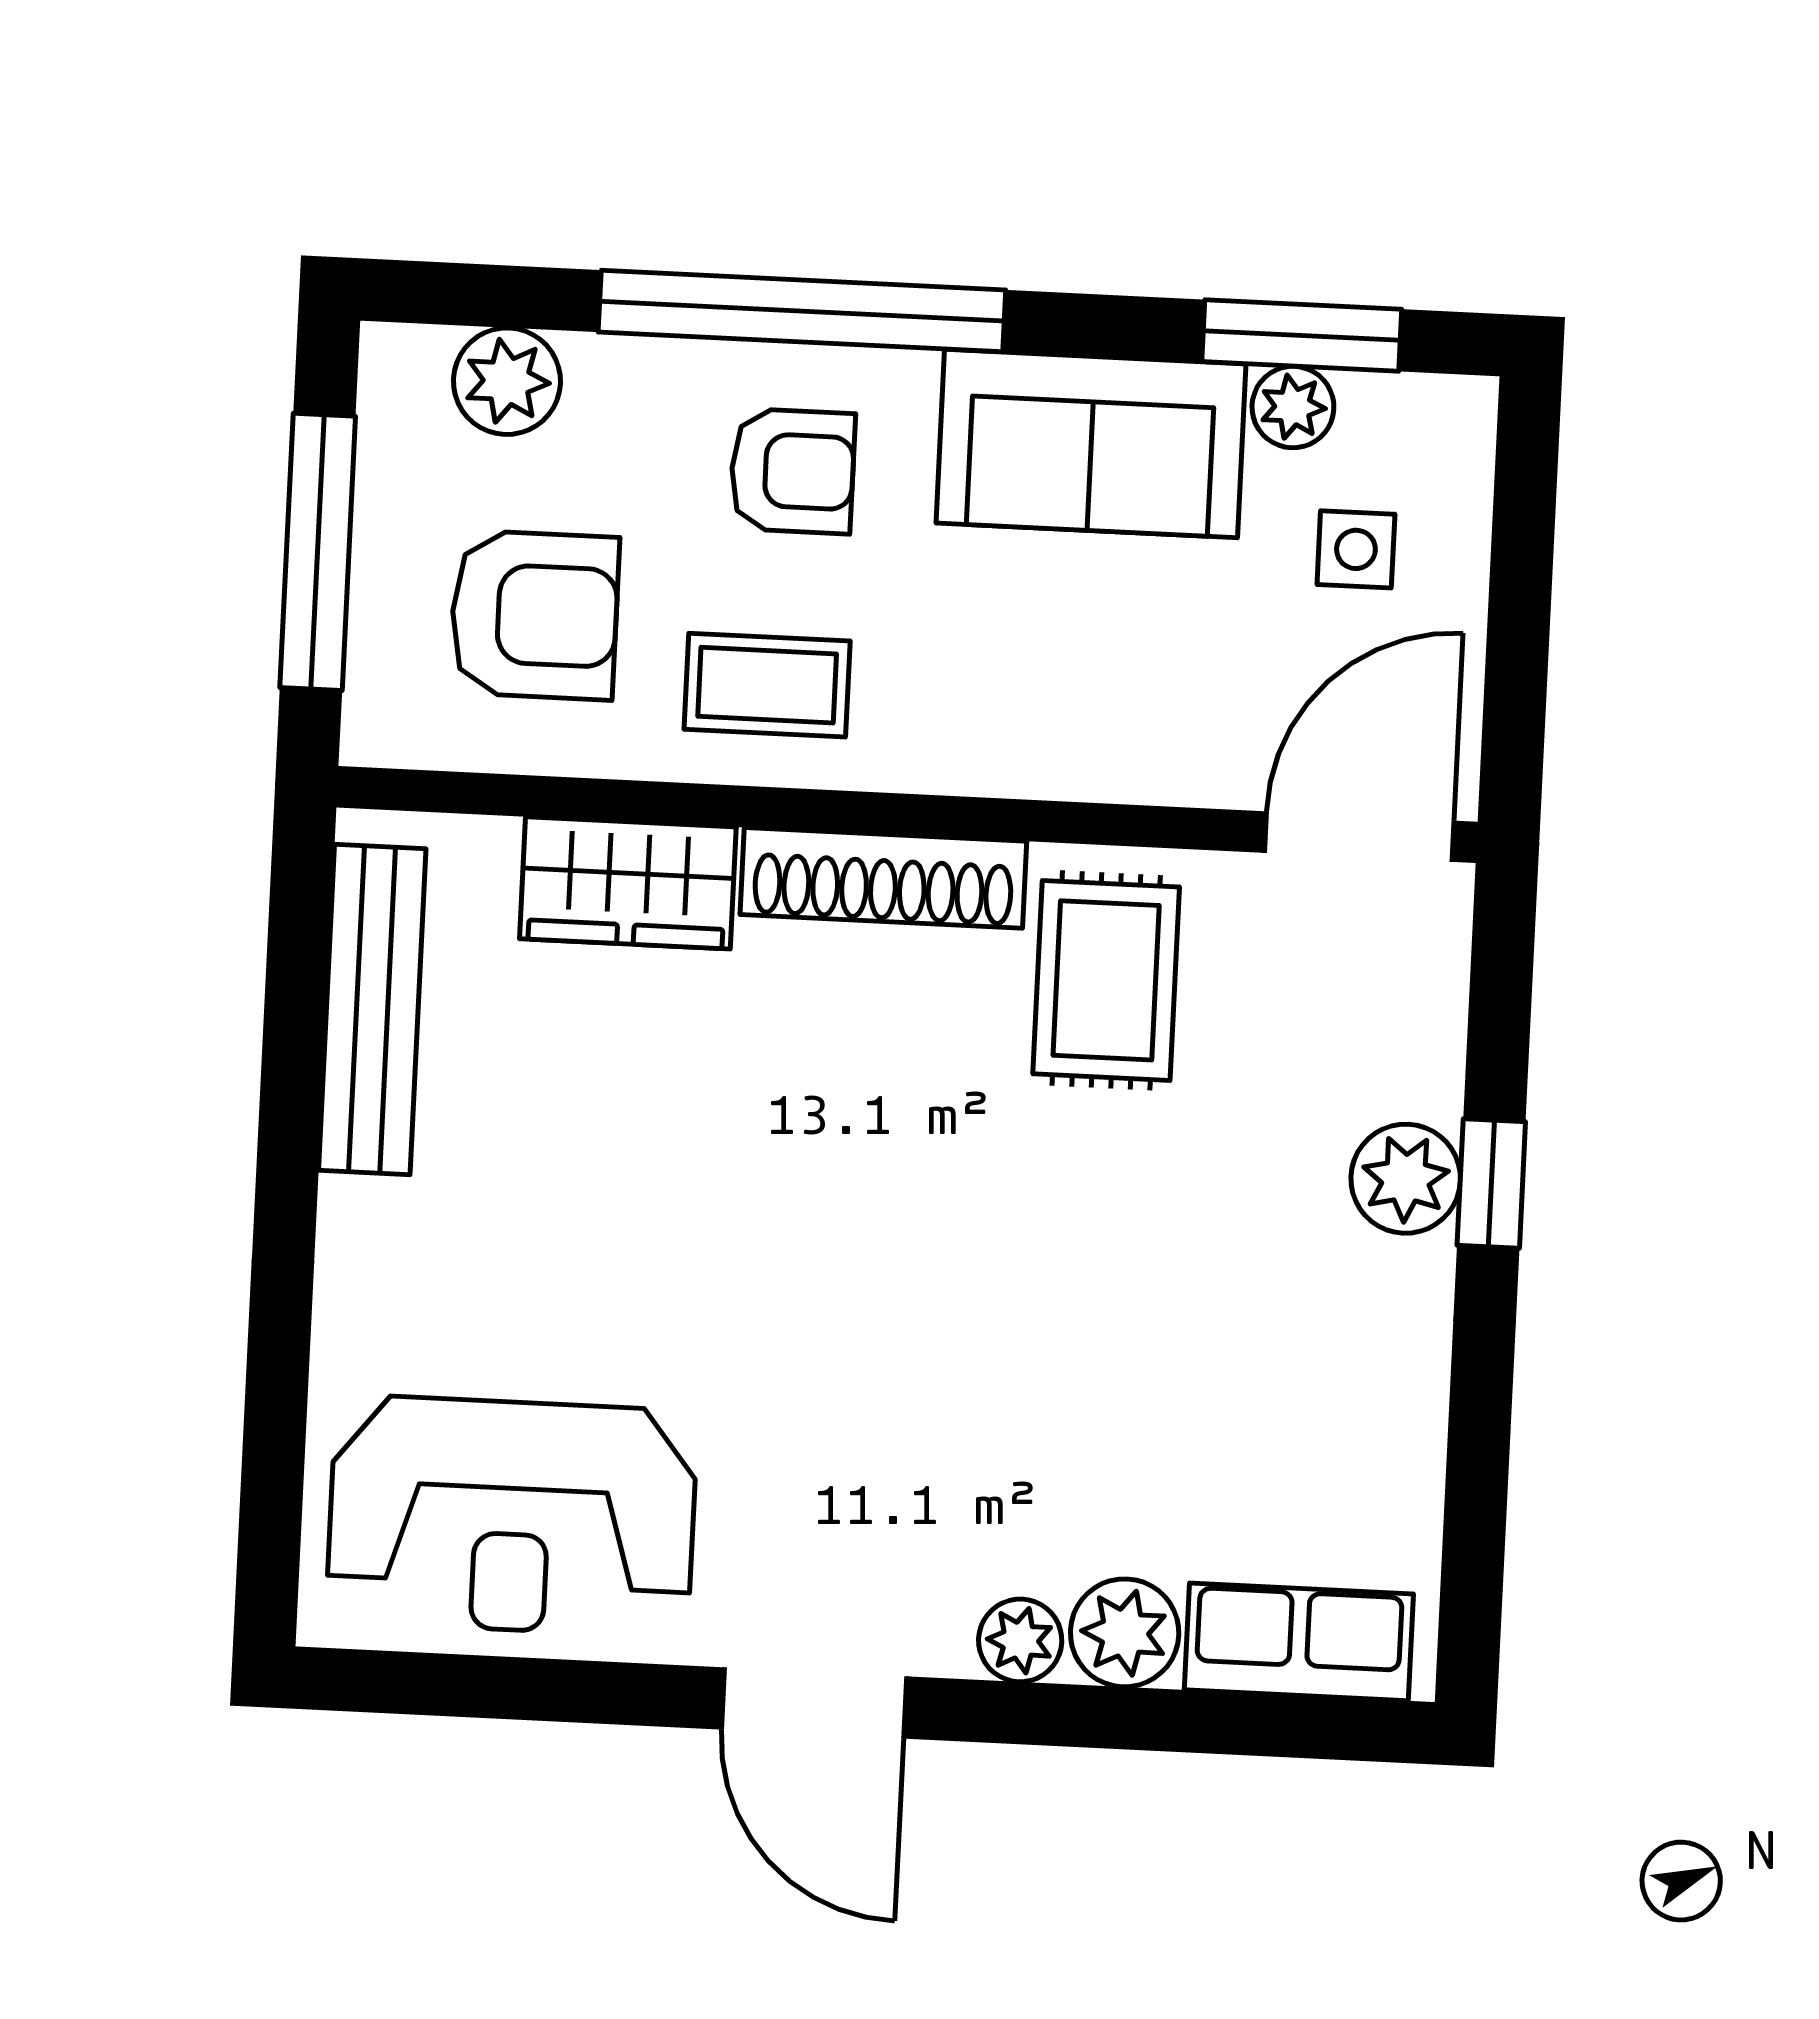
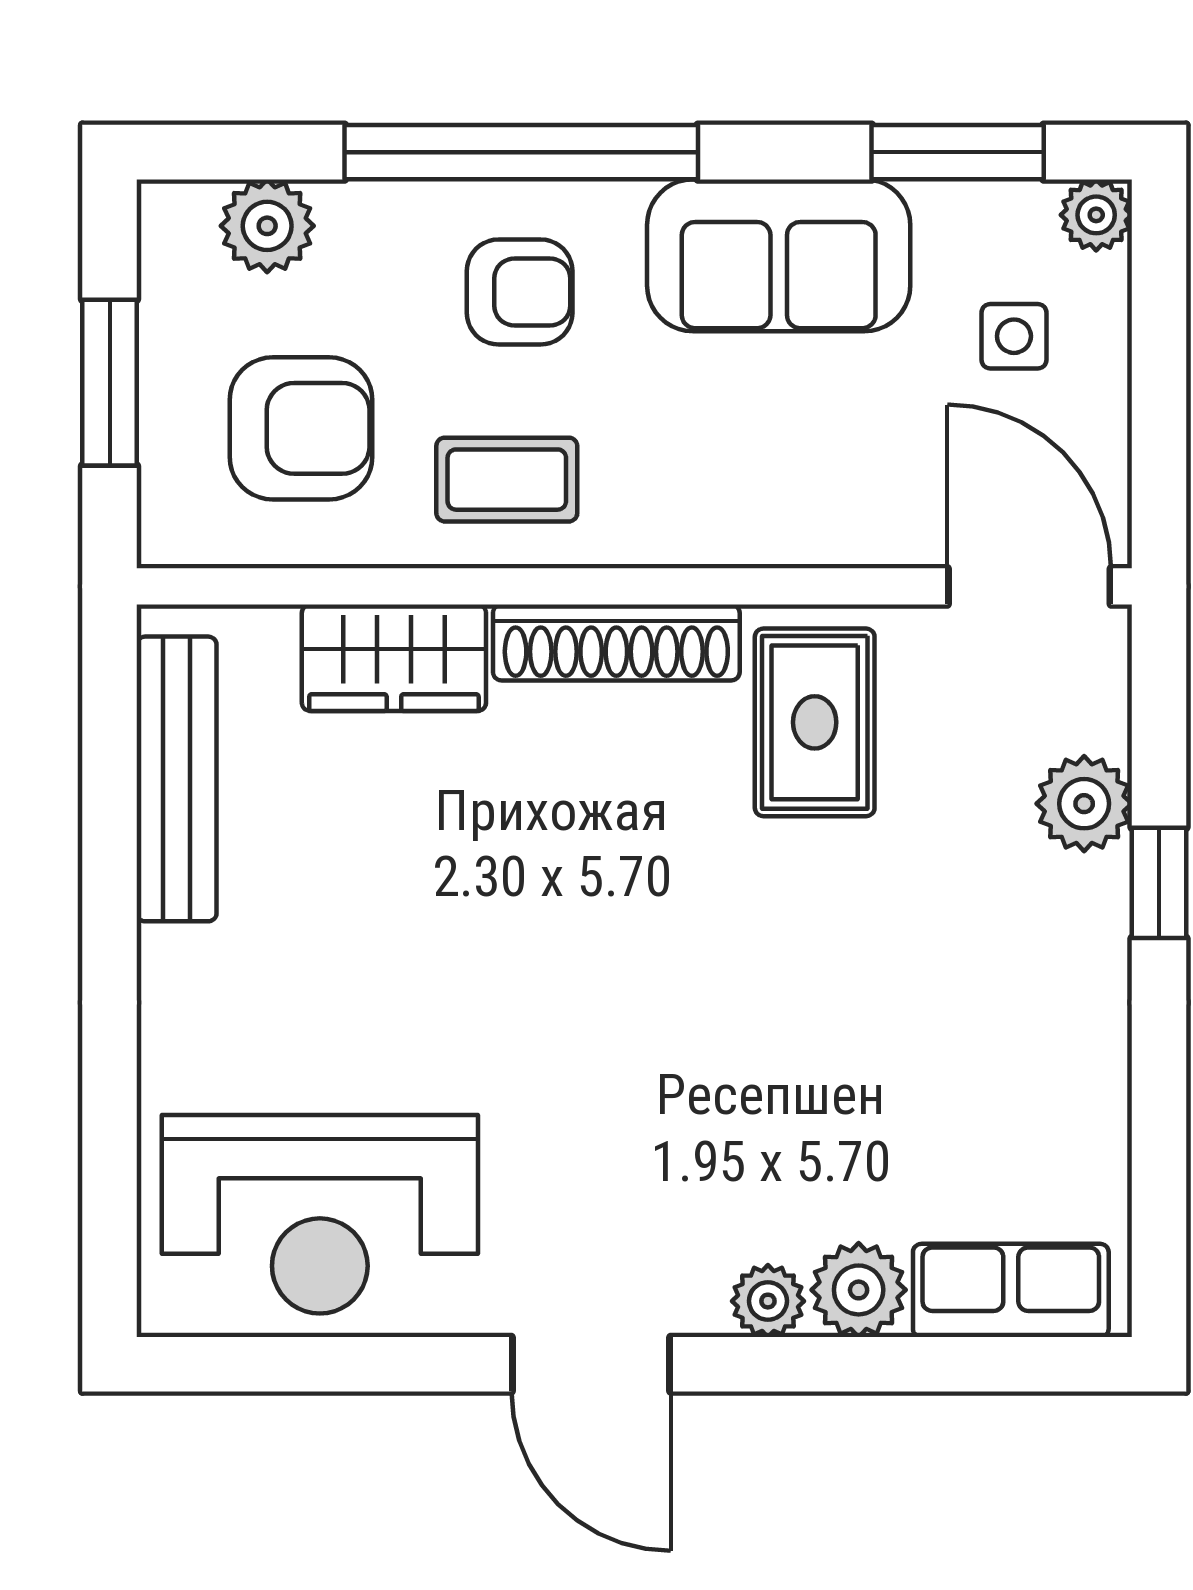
plant: (1293, 407) -> (1096, 215), moved
window: (318, 552) -> (110, 383), width x0.69
door: (1359, 837) -> (1029, 586), hinge flipped
plant: (1406, 1179) -> (1084, 804), moved

